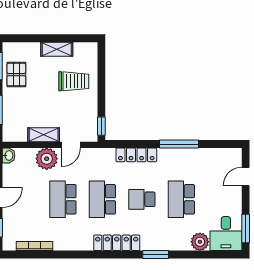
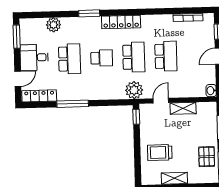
locker: (136, 155) -> (39, 96), moved
plant: (47, 159) -> (134, 90), moved
desk: (226, 234) -> (34, 57), moved, turned -90

